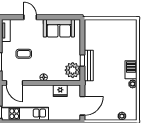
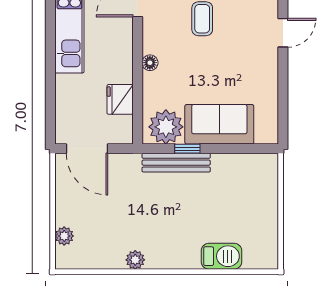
sofa: (59, 28) -> (219, 124), moved, turned 90
barbecue: (131, 70) -> (222, 256), moved

